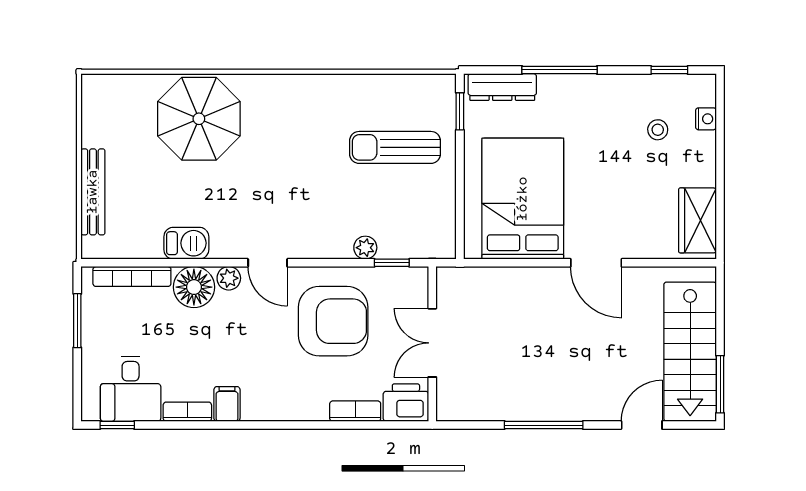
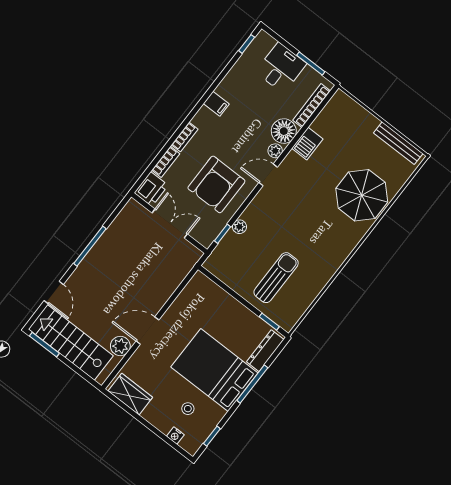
bench: (93, 192) -> (398, 143), moved
bed: (523, 199) -> (214, 370), moved, turned 180
plant: (644, 283) -> (120, 346), added
desk: (131, 389) -> (281, 68), moved, turned 90
bookcase: (187, 412) -> (185, 137), moved

